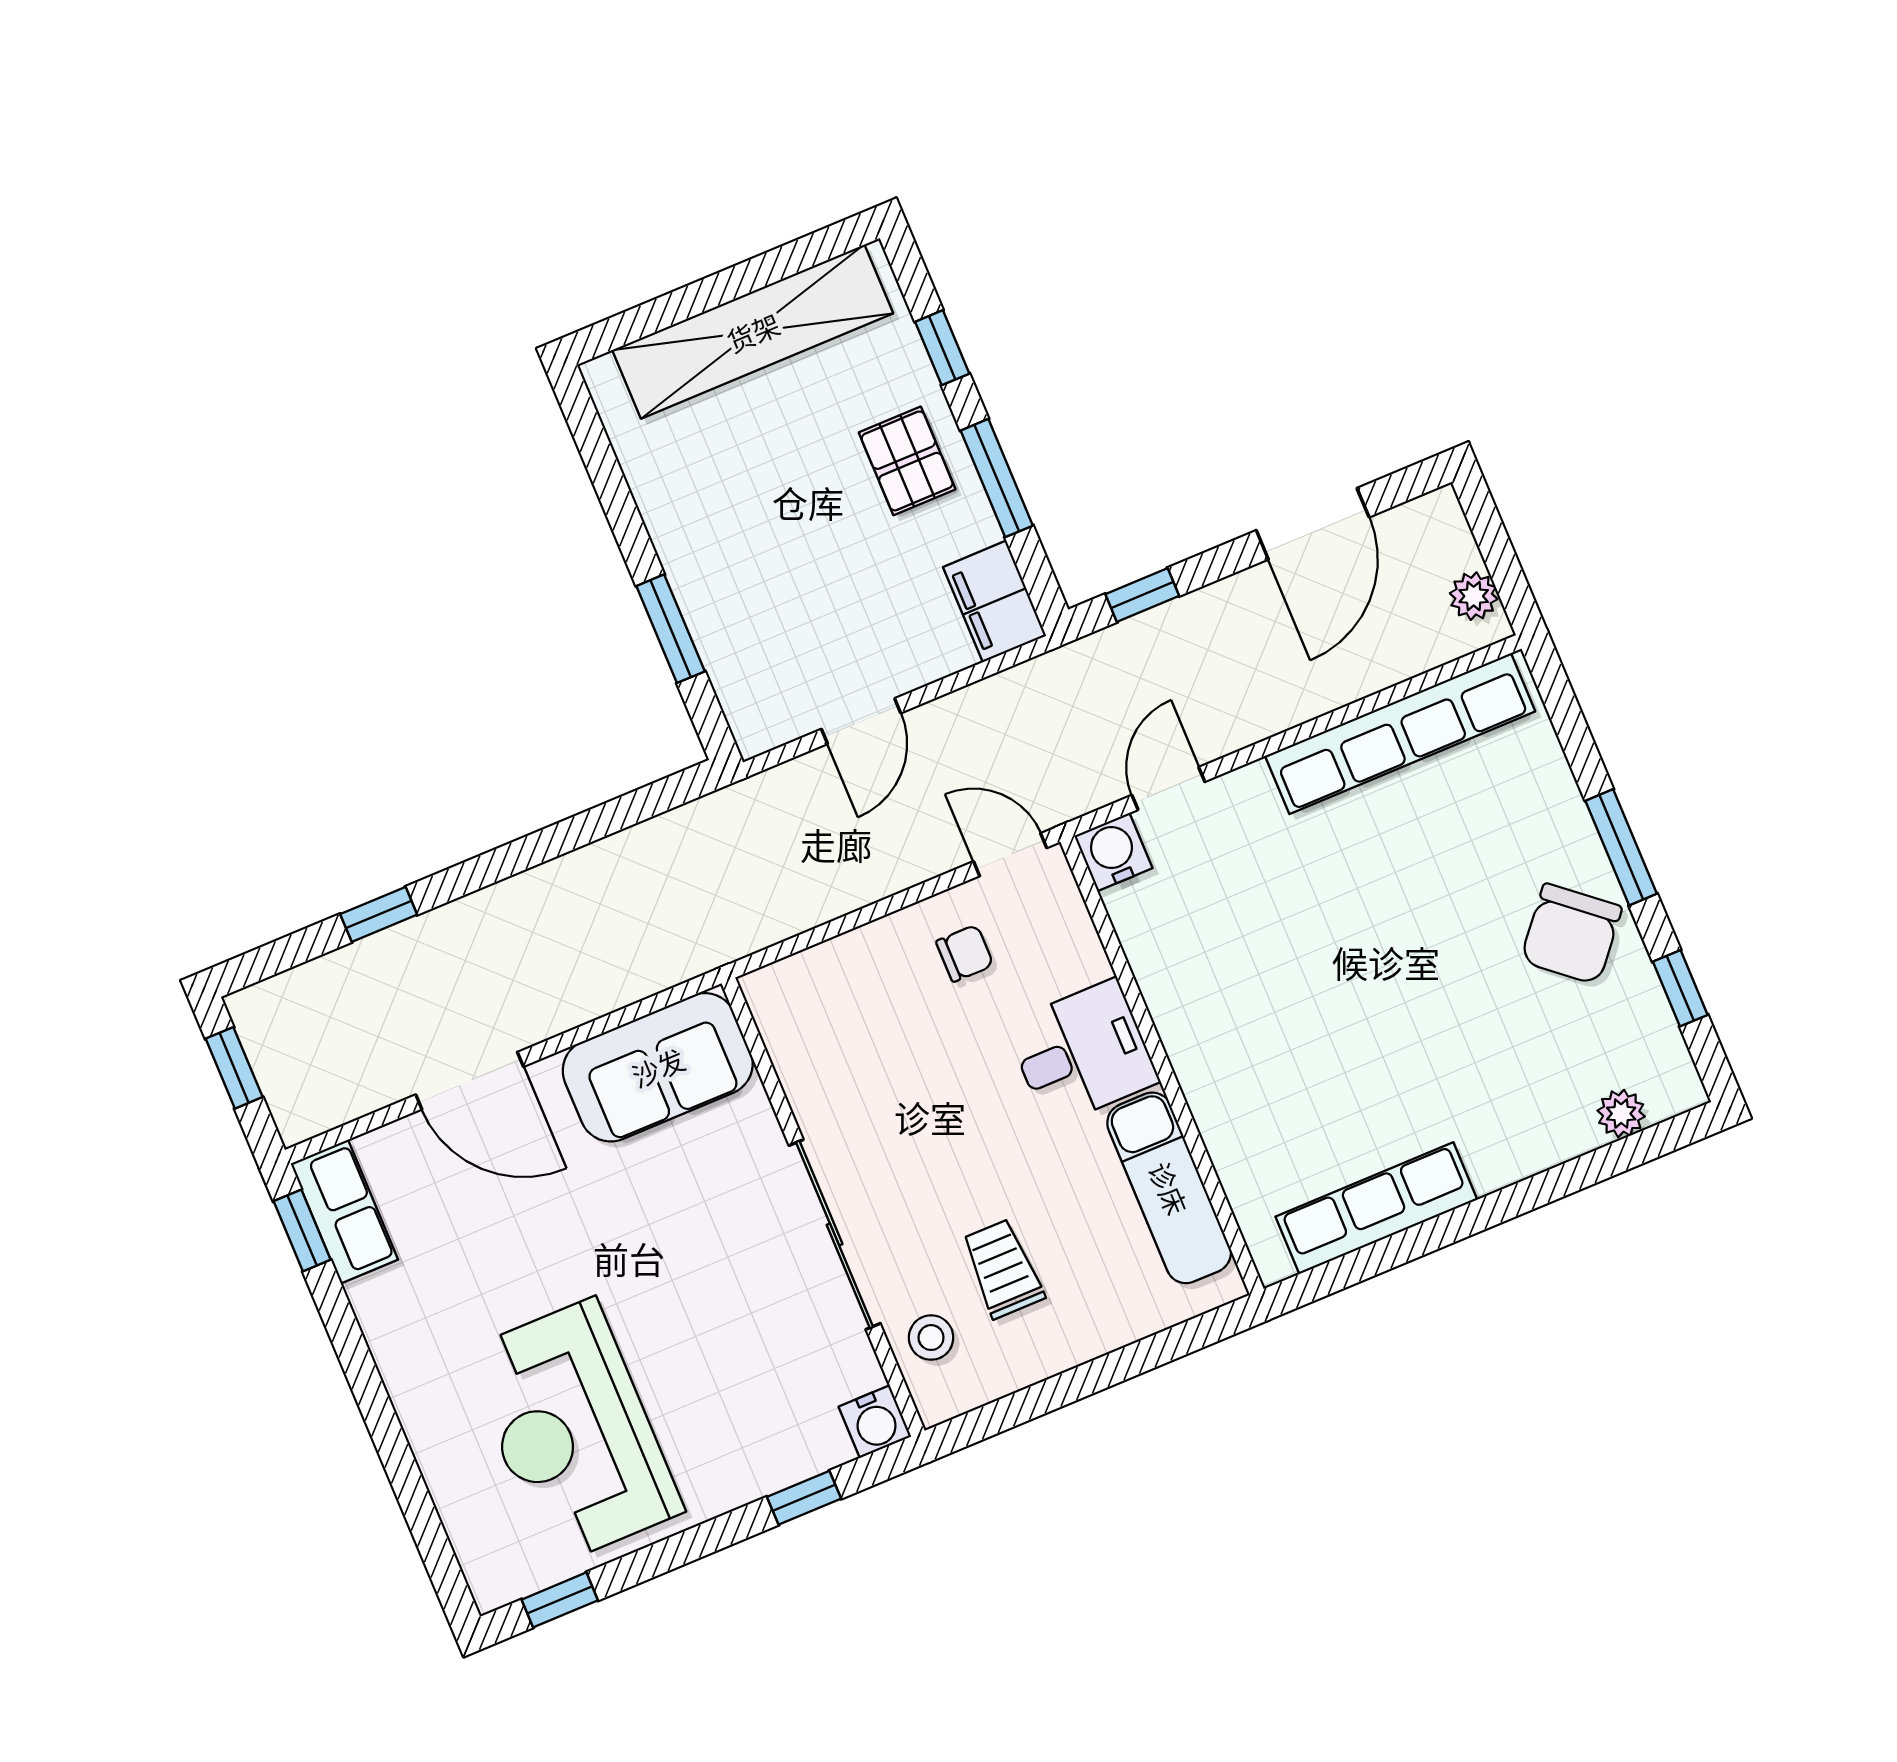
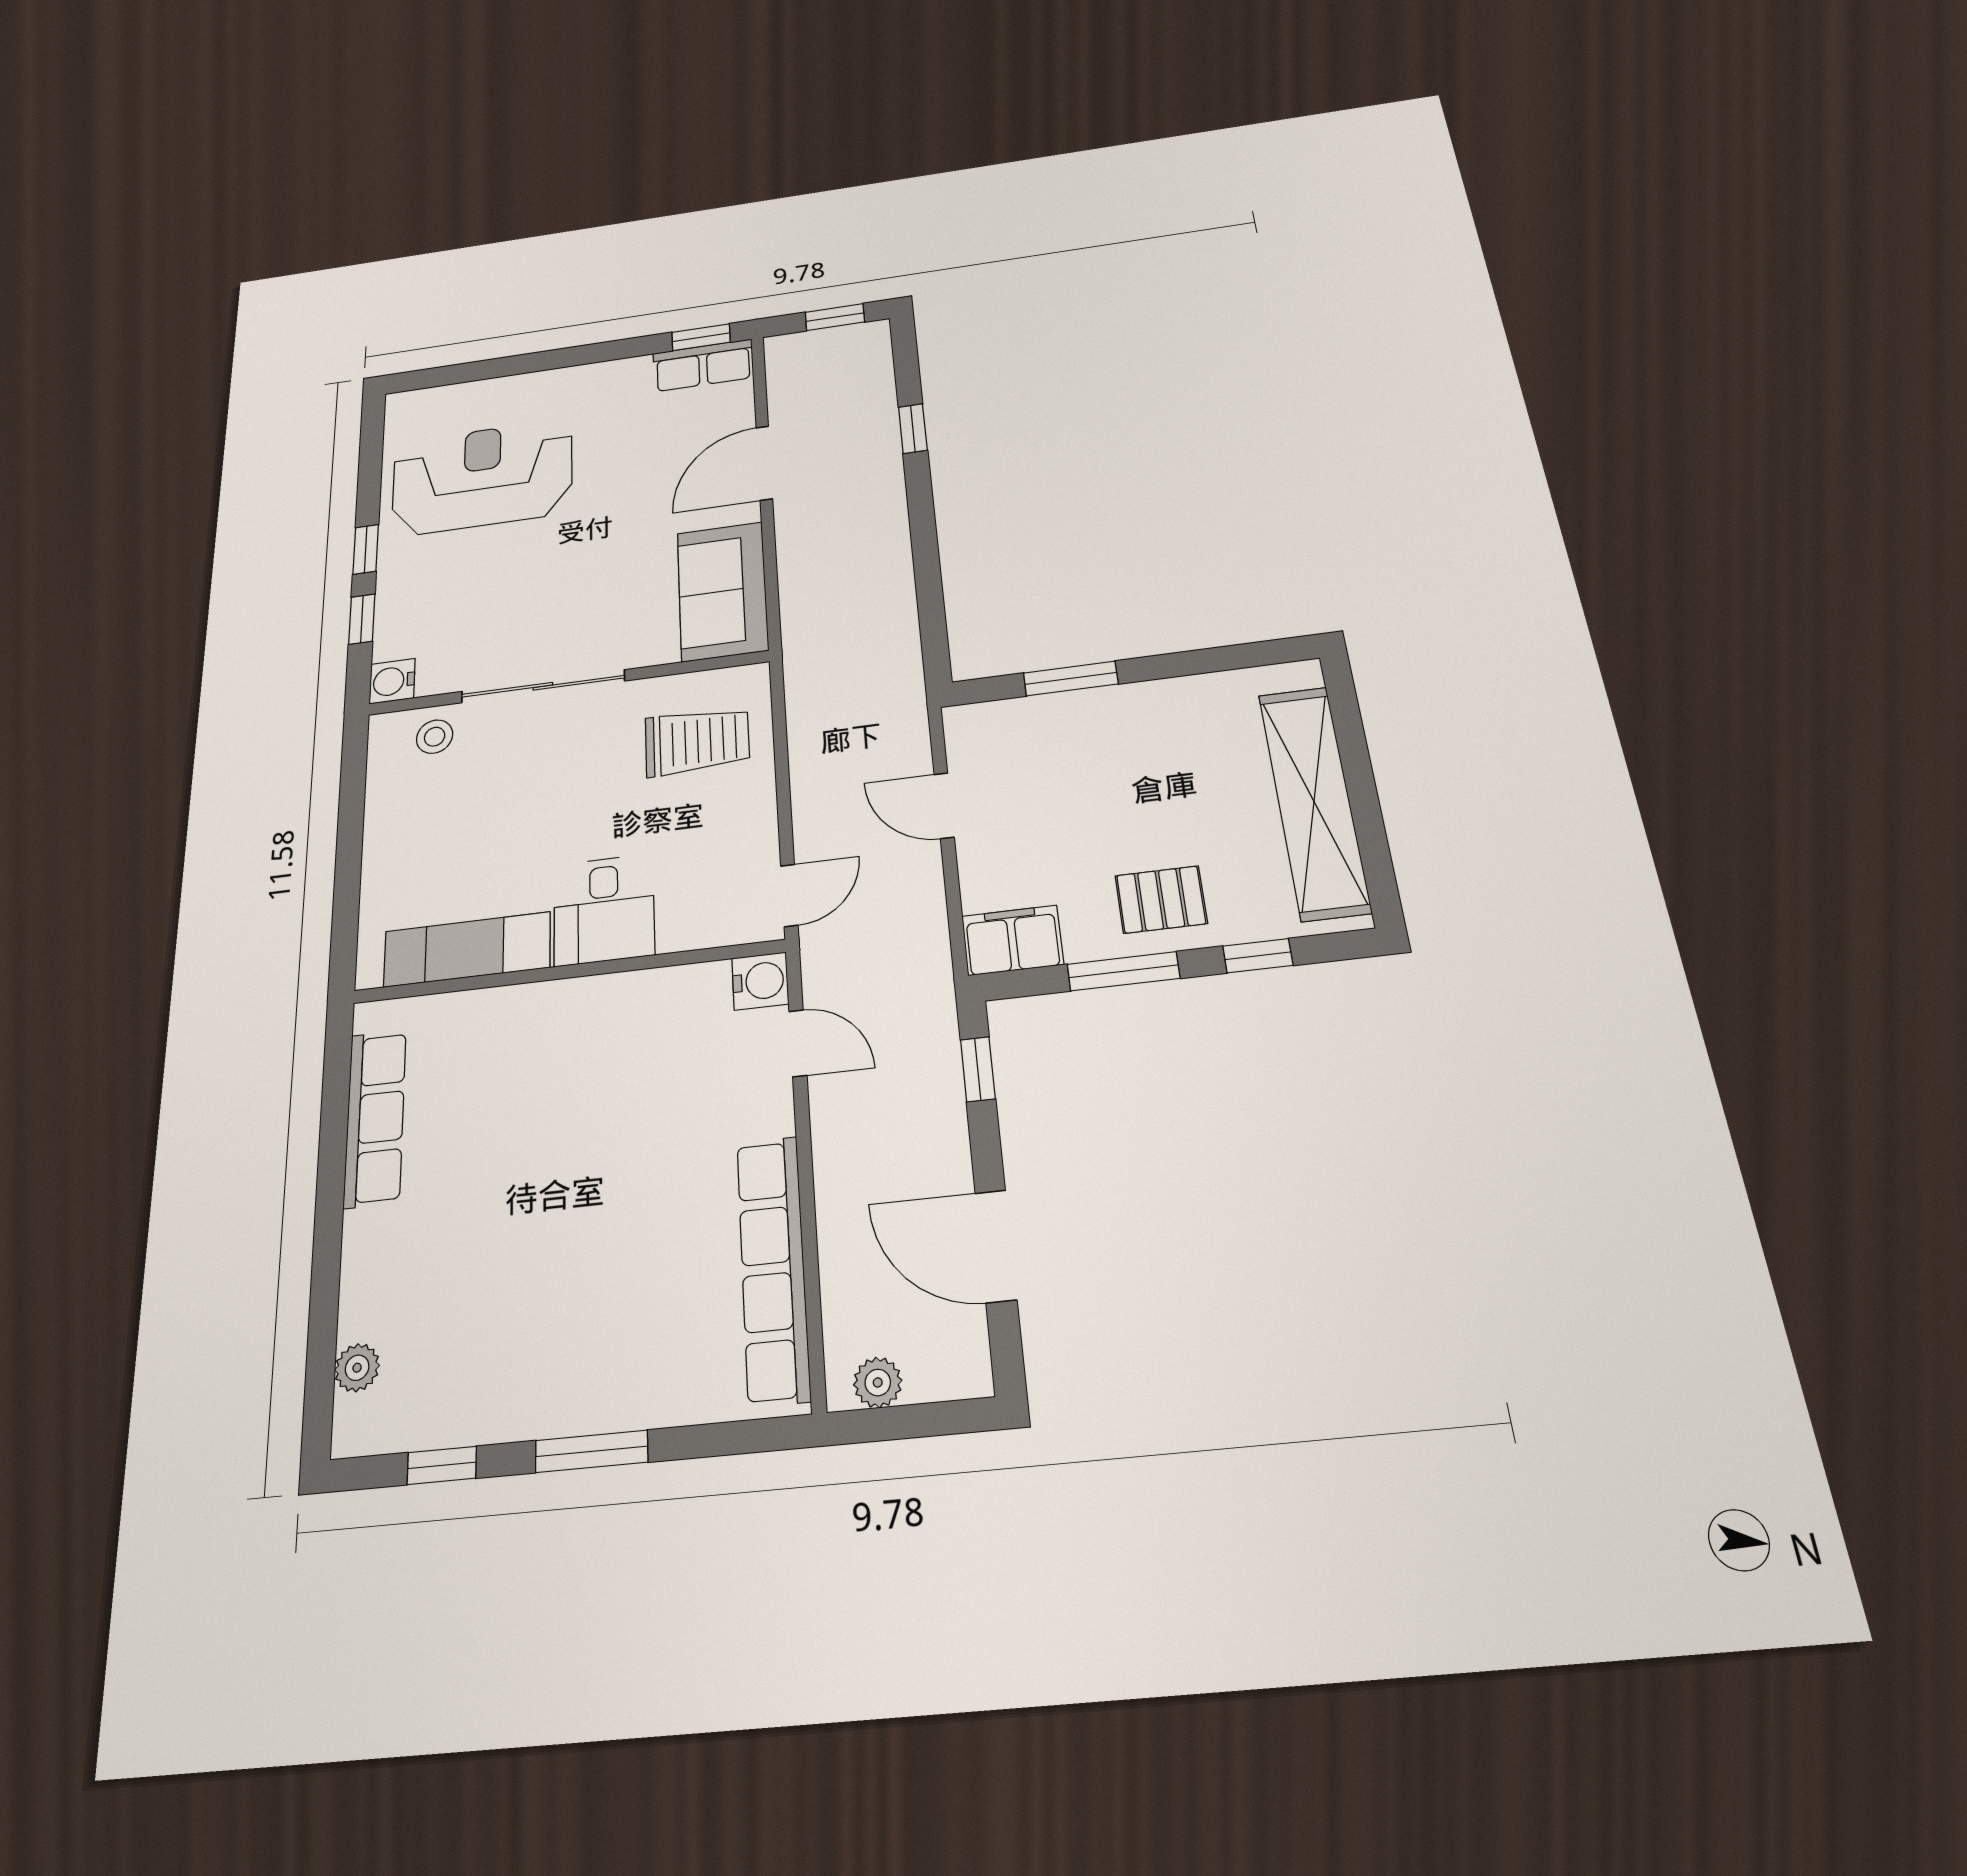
chair: (1571, 934) -> (532, 1374), removed
chair: (965, 953) -> (722, 838), removed
trolley: (1003, 1269) -> (697, 741), moved, width x1.36, depth x1.39
window: (560, 1600) -> (366, 549), moved

